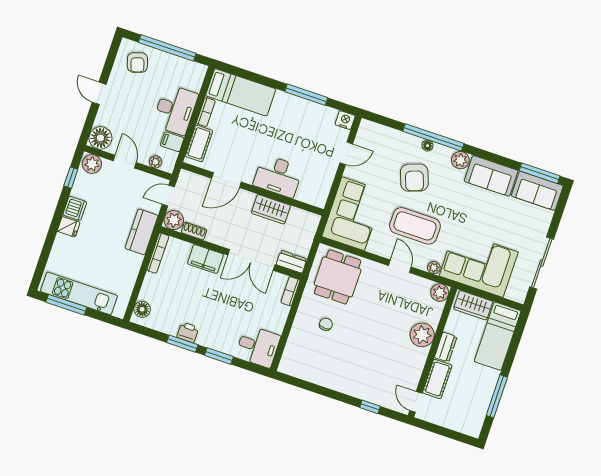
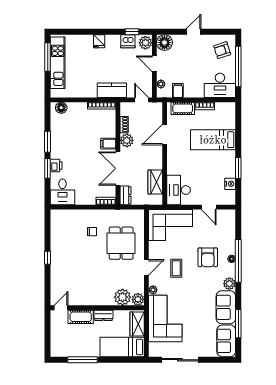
bed: (241, 92) -> (213, 140), moved, turned 90
window: (306, 95) -> (238, 168), width x0.69
desk: (175, 110) -> (220, 85), moved
nightstand: (345, 120) -> (230, 184), moved
door: (125, 162) -> (154, 64), swing flipped
window: (540, 173) -> (238, 324), moved
desk: (278, 176) -> (179, 190), moved
armchair: (414, 178) -> (208, 257), turned -70
door: (226, 180) -> (165, 135), hinge flipped
dishwasher: (75, 208) -> (128, 41), moved
wardrobe: (271, 209) -> (155, 182), moved
plant: (174, 220) -> (127, 140), moved
coffee table: (415, 226) -> (176, 268), width x0.54, depth x0.58
filing cabinet: (205, 259) -> (108, 144), width x0.50
dining table: (338, 277) -> (121, 243), moved, turned 90
printer: (188, 332) -> (56, 165), moved
plant: (422, 335) -> (123, 297), moved
window: (370, 407) -> (48, 258), moved

